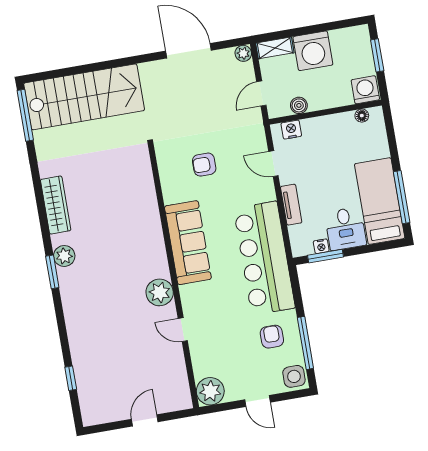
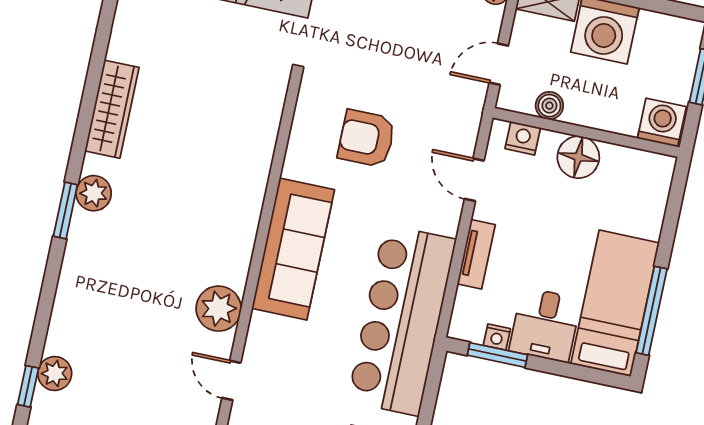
floor lamp: (362, 116) -> (578, 157), moved, width x1.89, depth x1.89
armchair: (204, 165) -> (366, 138), width x1.38, depth x1.38
plant: (83, 365) -> (55, 374), added

